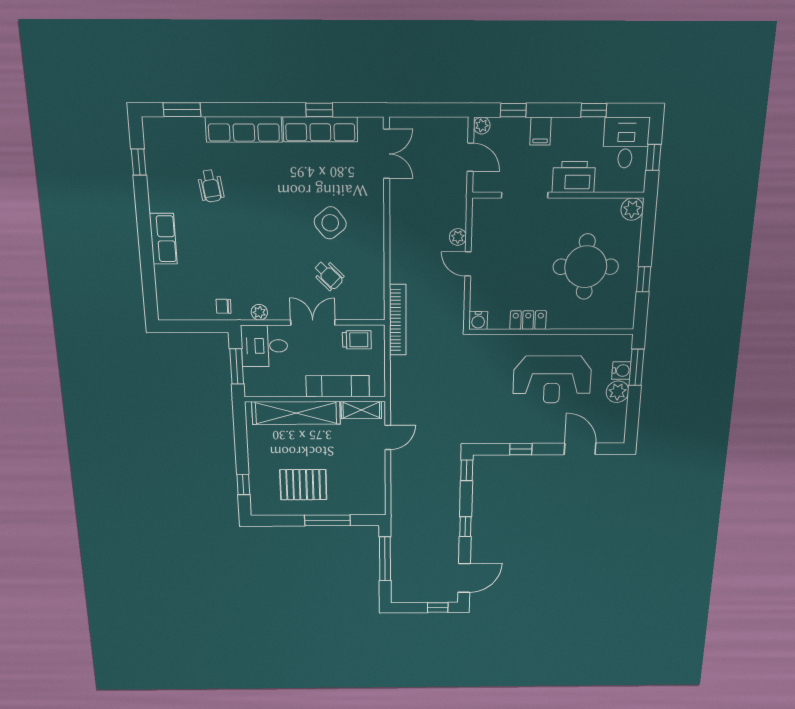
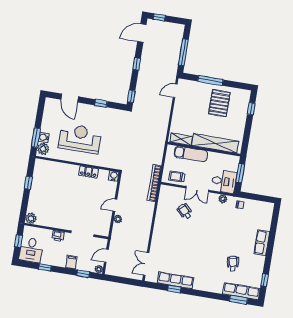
row of seats: (244, 129) -> (241, 291), moved
door: (470, 157) -> (106, 256), hinge flipped
printer: (574, 177) -> (58, 236), width x0.53, depth x0.68
side table: (330, 223) -> (179, 236), removed
door: (468, 264) -> (115, 205), swing flipped
round table: (586, 267) -> (57, 194), removed
plant: (617, 392) -> (43, 149), moved
door: (388, 437) -> (175, 91), moved
pallet: (303, 485) -> (219, 103), turned 90

